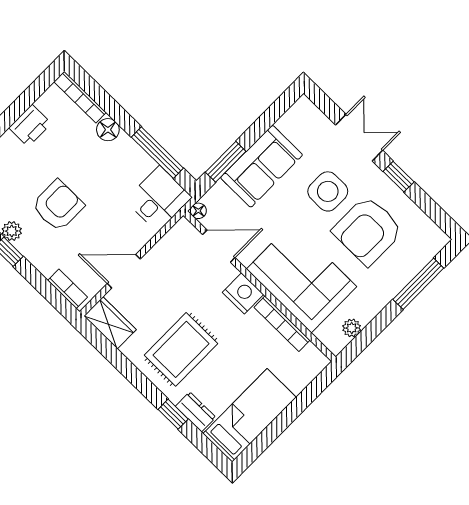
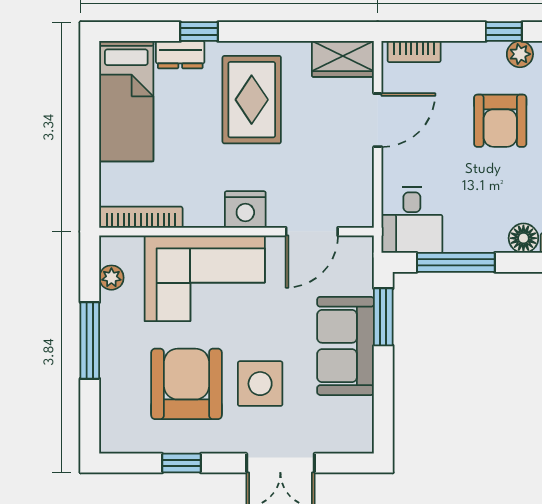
window: (399, 177) -> (181, 463), moved
floor lamp: (198, 211) -> (364, 246), removed
window: (418, 284) -> (90, 340), moved
bookcase: (282, 324) -> (141, 217), moved

